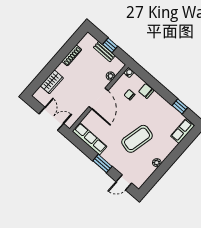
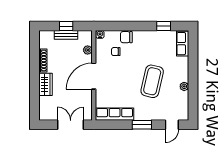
wardrobe: (52, 82) -> (45, 84), moved
door: (98, 99) -> (94, 76), swing flipped

